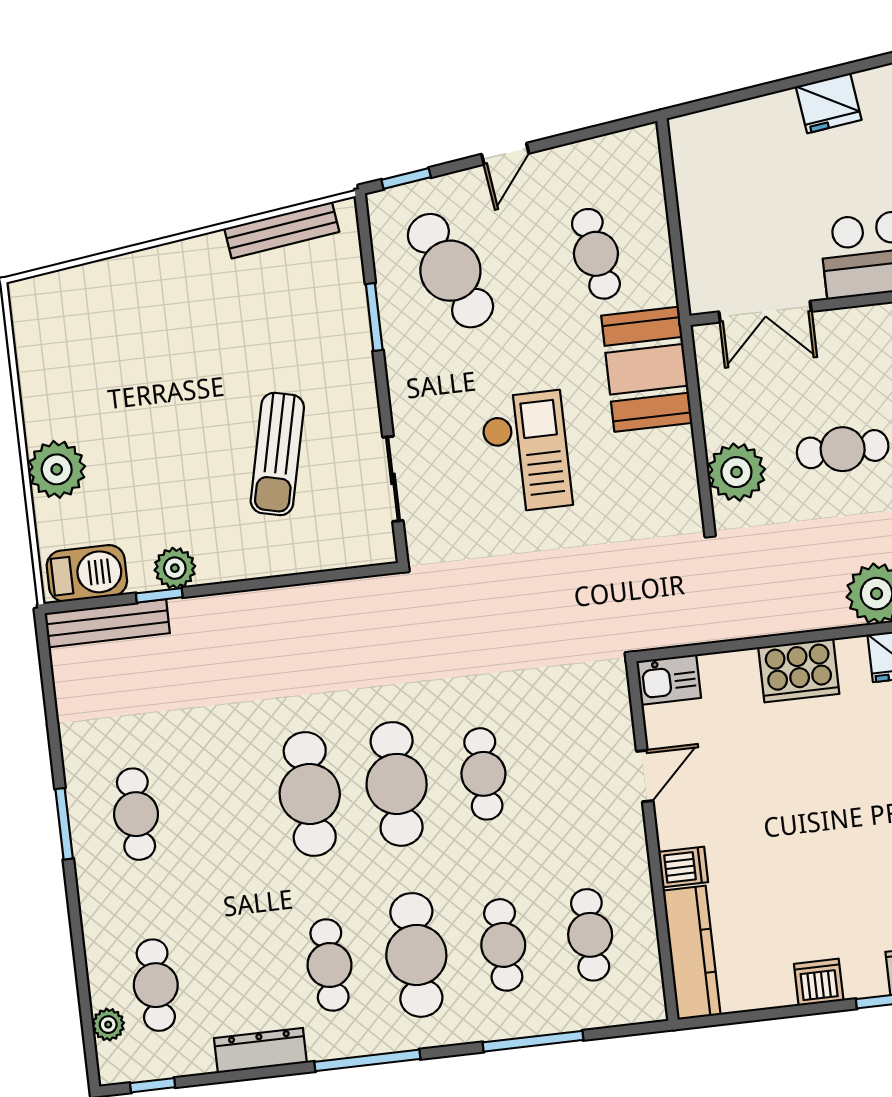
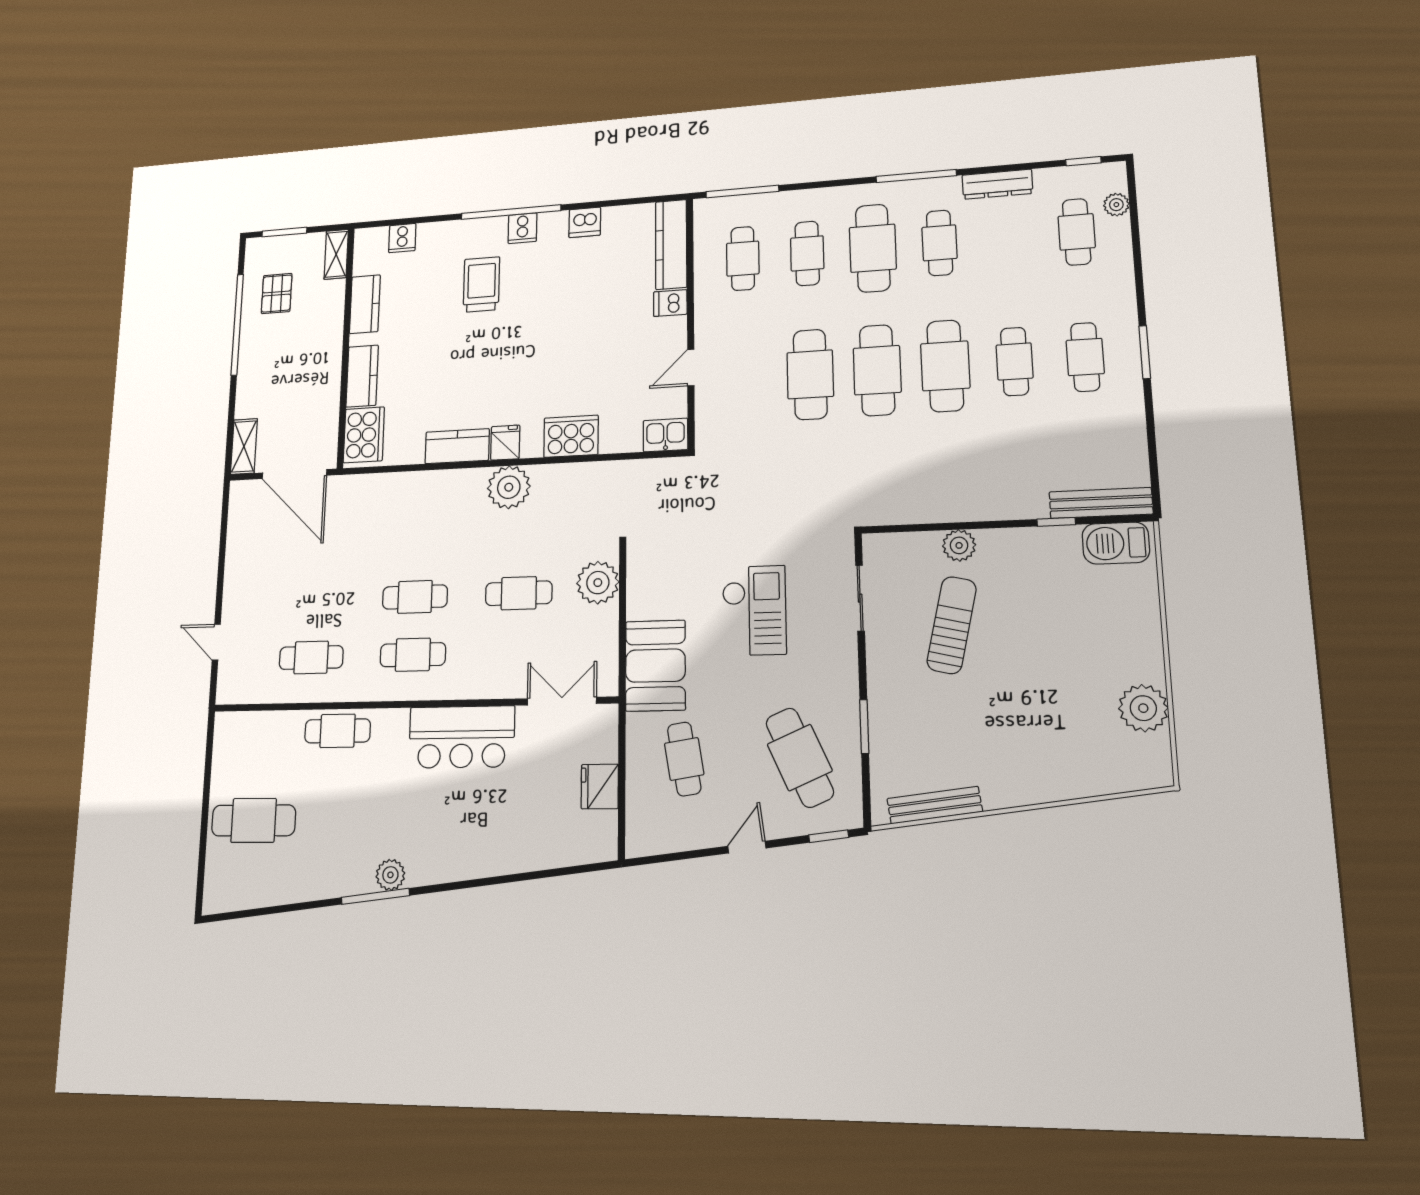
fridge: (829, 103) -> (600, 786), moved, turned -83
checkout: (526, 452) -> (754, 610), turned 180
plant: (57, 469) -> (1143, 708), moved
plant: (175, 568) -> (959, 545), moved
cafe table: (483, 774) -> (810, 374), width x1.37, depth x1.35
cafe table: (223, 804) -> (1015, 361), added
window: (533, 1041) -> (742, 191), moved

